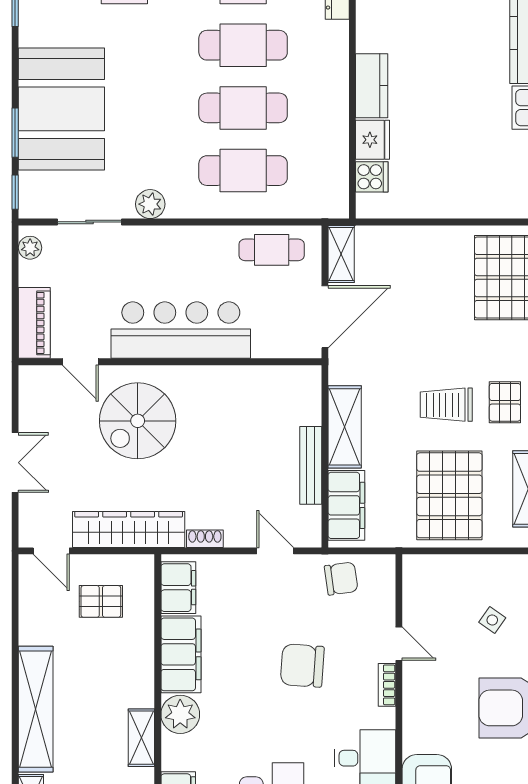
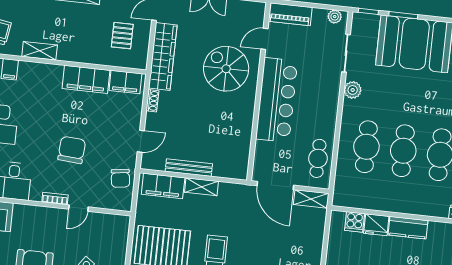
shelving: (345, 427) -> (201, 187), width x0.67, depth x0.75
plant: (180, 714) -> (51, 75), removed

